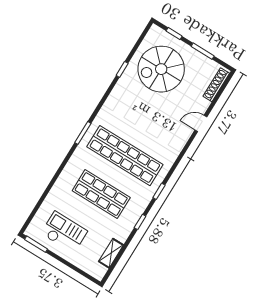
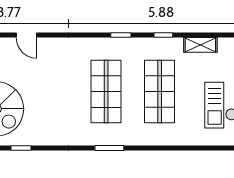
shop shelf: (125, 156) -> (106, 92), width x0.71
shelving: (111, 253) -> (200, 45), moved

